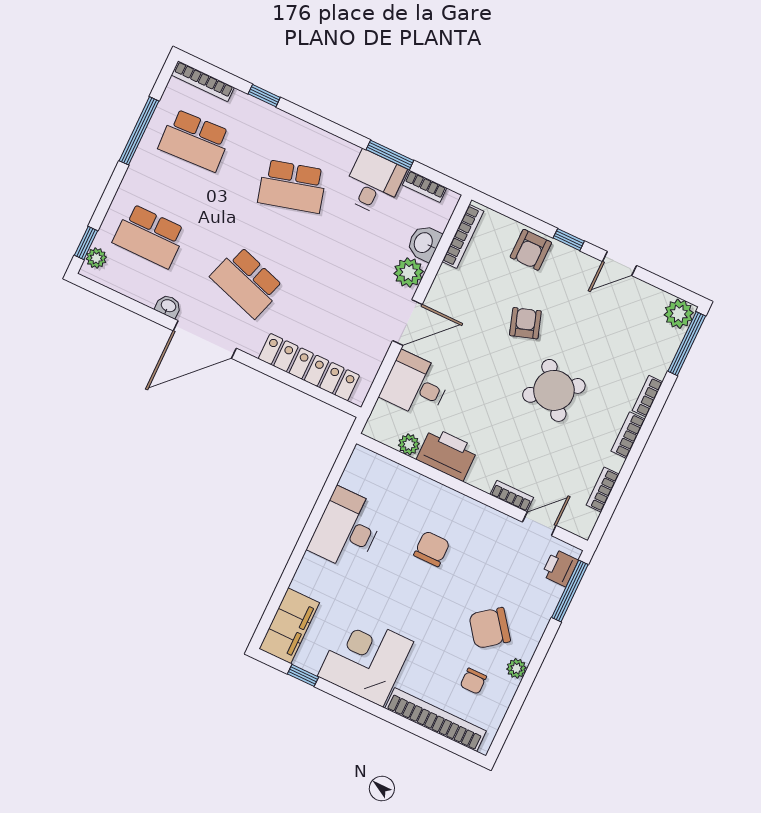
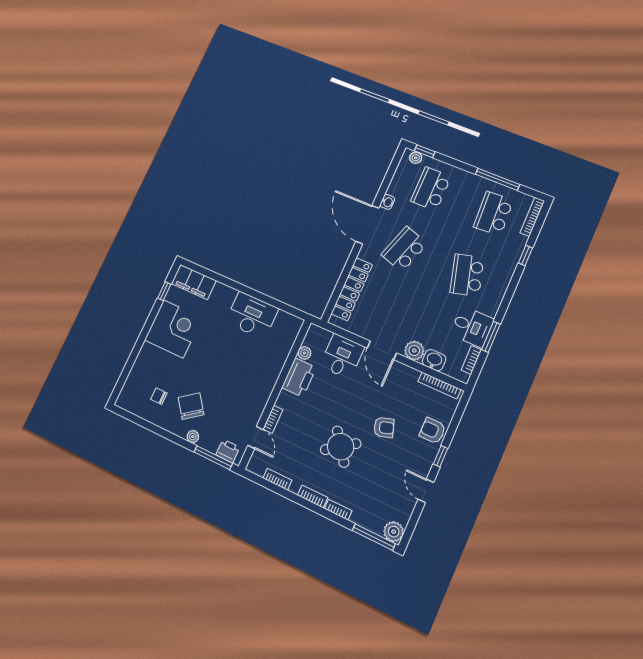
chair: (432, 549) -> (240, 369), removed
plant: (516, 668) -> (193, 437), moved
bookcase: (436, 720) -> (136, 373), removed

